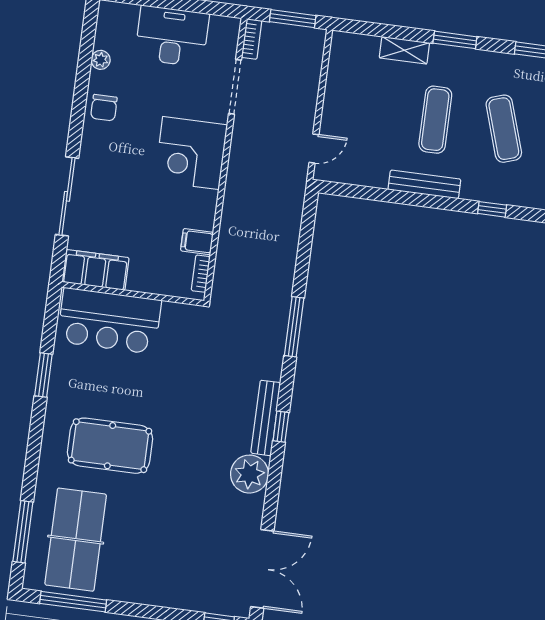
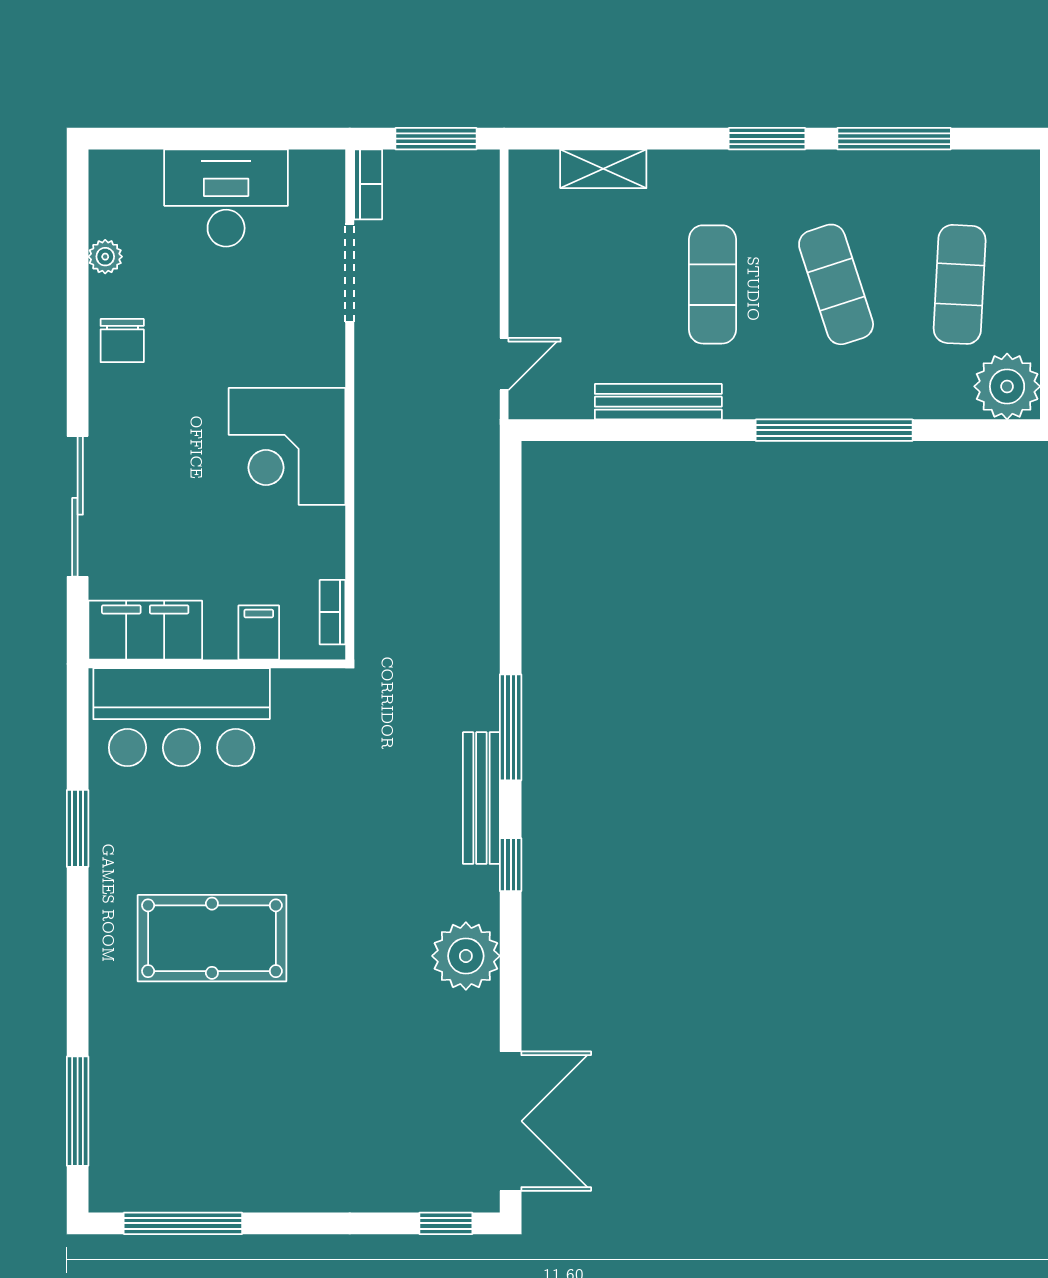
window: (455, 40) -> (767, 139), moved
shelving: (404, 50) -> (603, 169), moved
corner desk: (191, 153) -> (287, 446), moved
bench: (424, 184) -> (658, 402), moved
window: (492, 209) -> (834, 430), width x3.17
filing cabinet: (197, 242) -> (259, 632), moved, turned 90
window: (294, 327) -> (511, 727), moved
bench: (266, 418) -> (481, 798), moved
table tennis table: (76, 540) -> (173, 1113), removed

